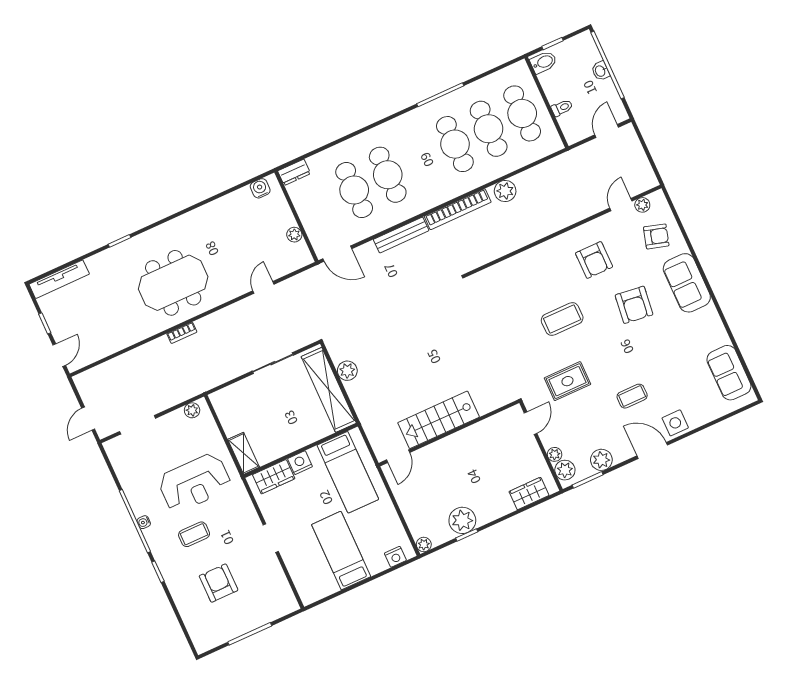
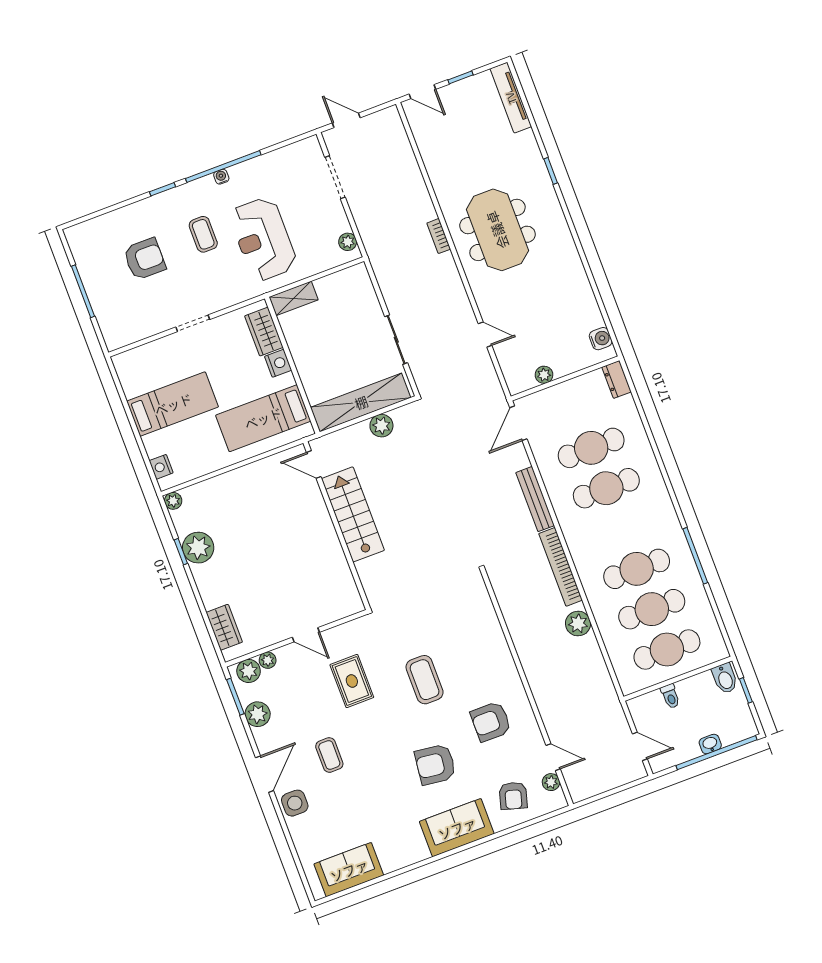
stairs: (439, 420) -> (353, 514), moved
wall: (449, 433) -> (337, 526), moved
door: (398, 456) -> (314, 465), moved

